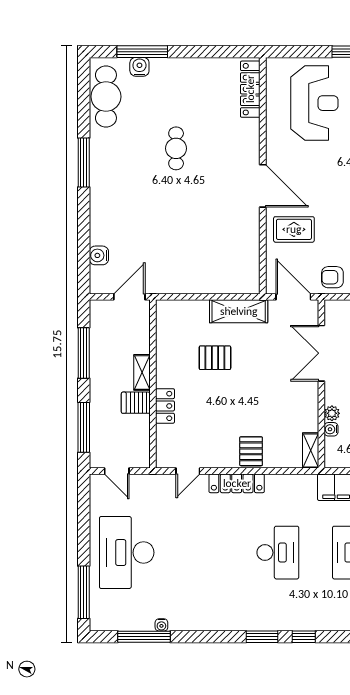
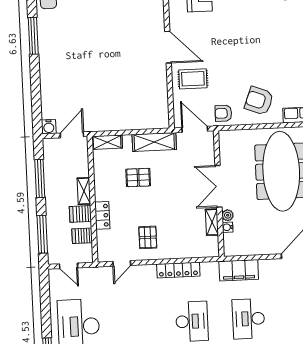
cafe table: (176, 148) -> (102, 22), removed
water cooler: (99, 255) -> (49, 127), moved, turned -90
shelving: (176, 309) -> (107, 142), added
double door: (321, 353) -> (218, 186), moved
server rack: (137, 432) -> (82, 236), added
shelving: (311, 450) -> (212, 222), moved
pallet: (251, 451) -> (148, 237), moved
locker: (237, 483) -> (178, 270), moved

